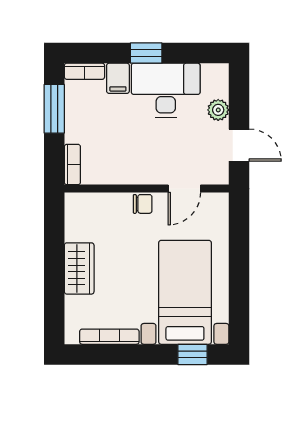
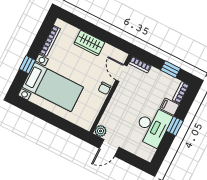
window: (54, 109) -> (170, 69), width x0.67
plant: (218, 110) -> (101, 131), moved
door: (184, 189) -> (121, 73), moved
window: (193, 354) -> (27, 65), moved

